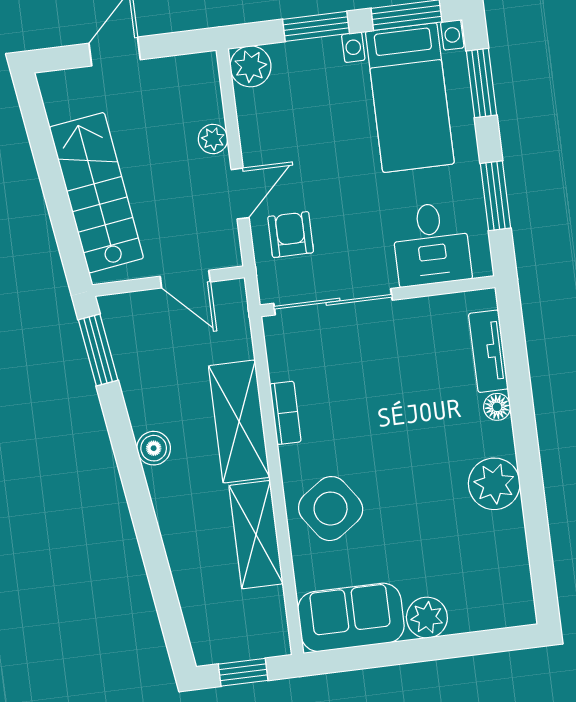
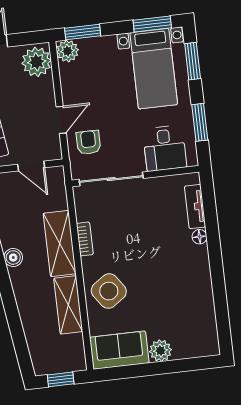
window: (316, 26) -> (83, 32), moved
plant: (213, 139) -> (37, 62), moved, width x1.87, depth x1.87
plant: (494, 484) -> (198, 278), removed

